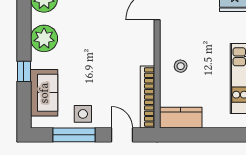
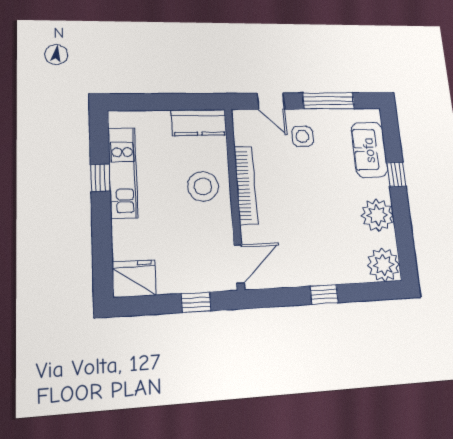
stool: (181, 66) -> (203, 186), width x1.89, depth x1.89
bookcase: (148, 97) -> (246, 185), moved
side table: (83, 114) -> (302, 136), moved

